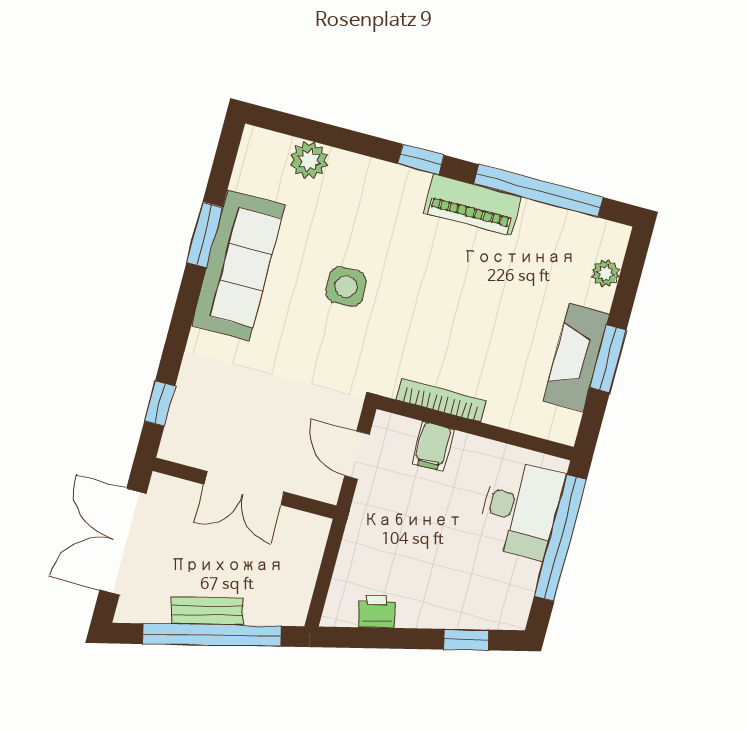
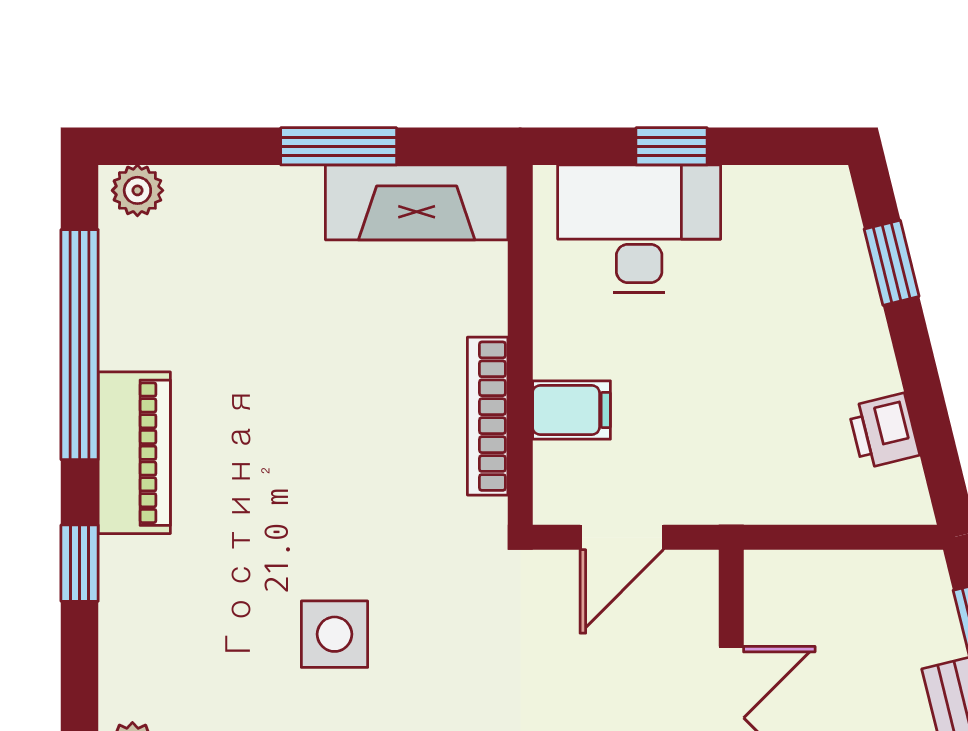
plant: (605, 273) -> (137, 190), moved
fireplace: (576, 357) -> (417, 202), moved
window: (560, 538) -> (672, 146), width x0.32

